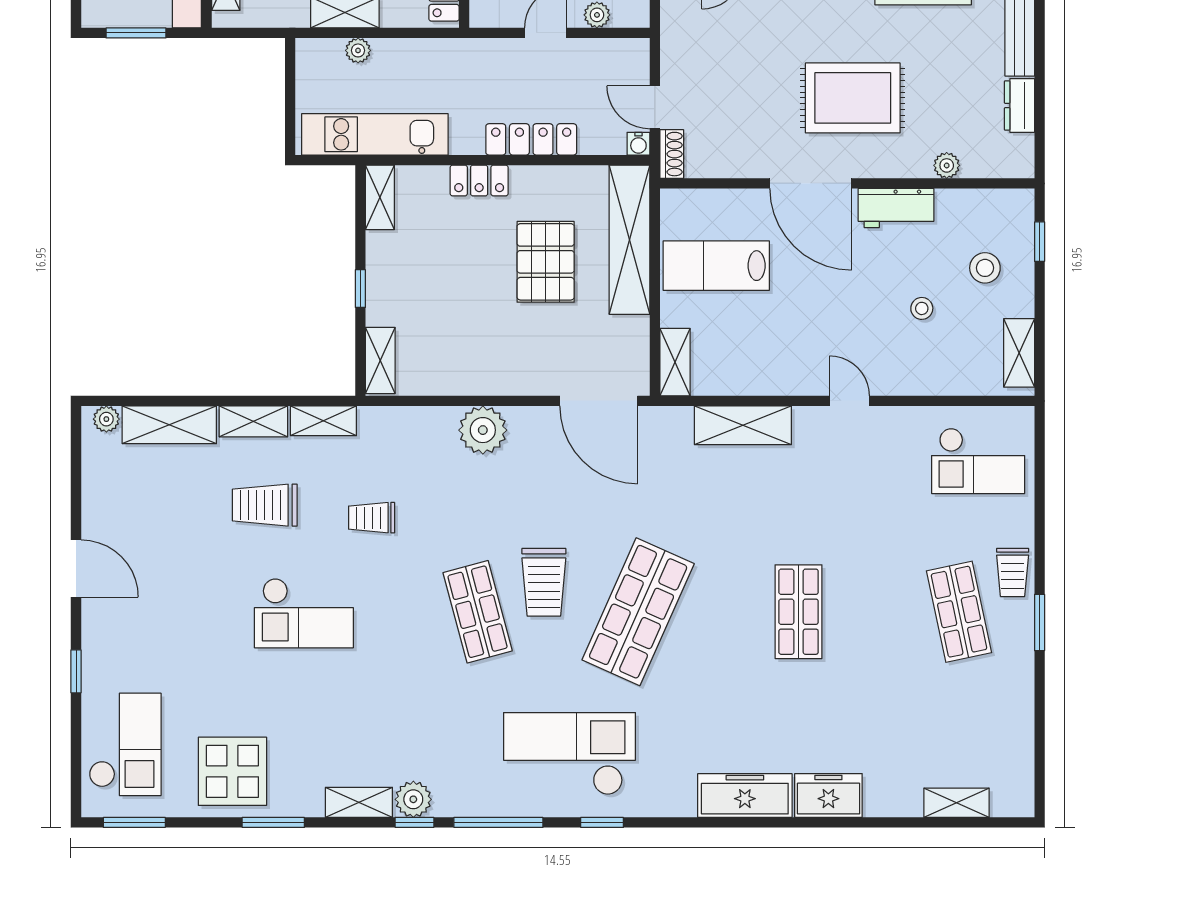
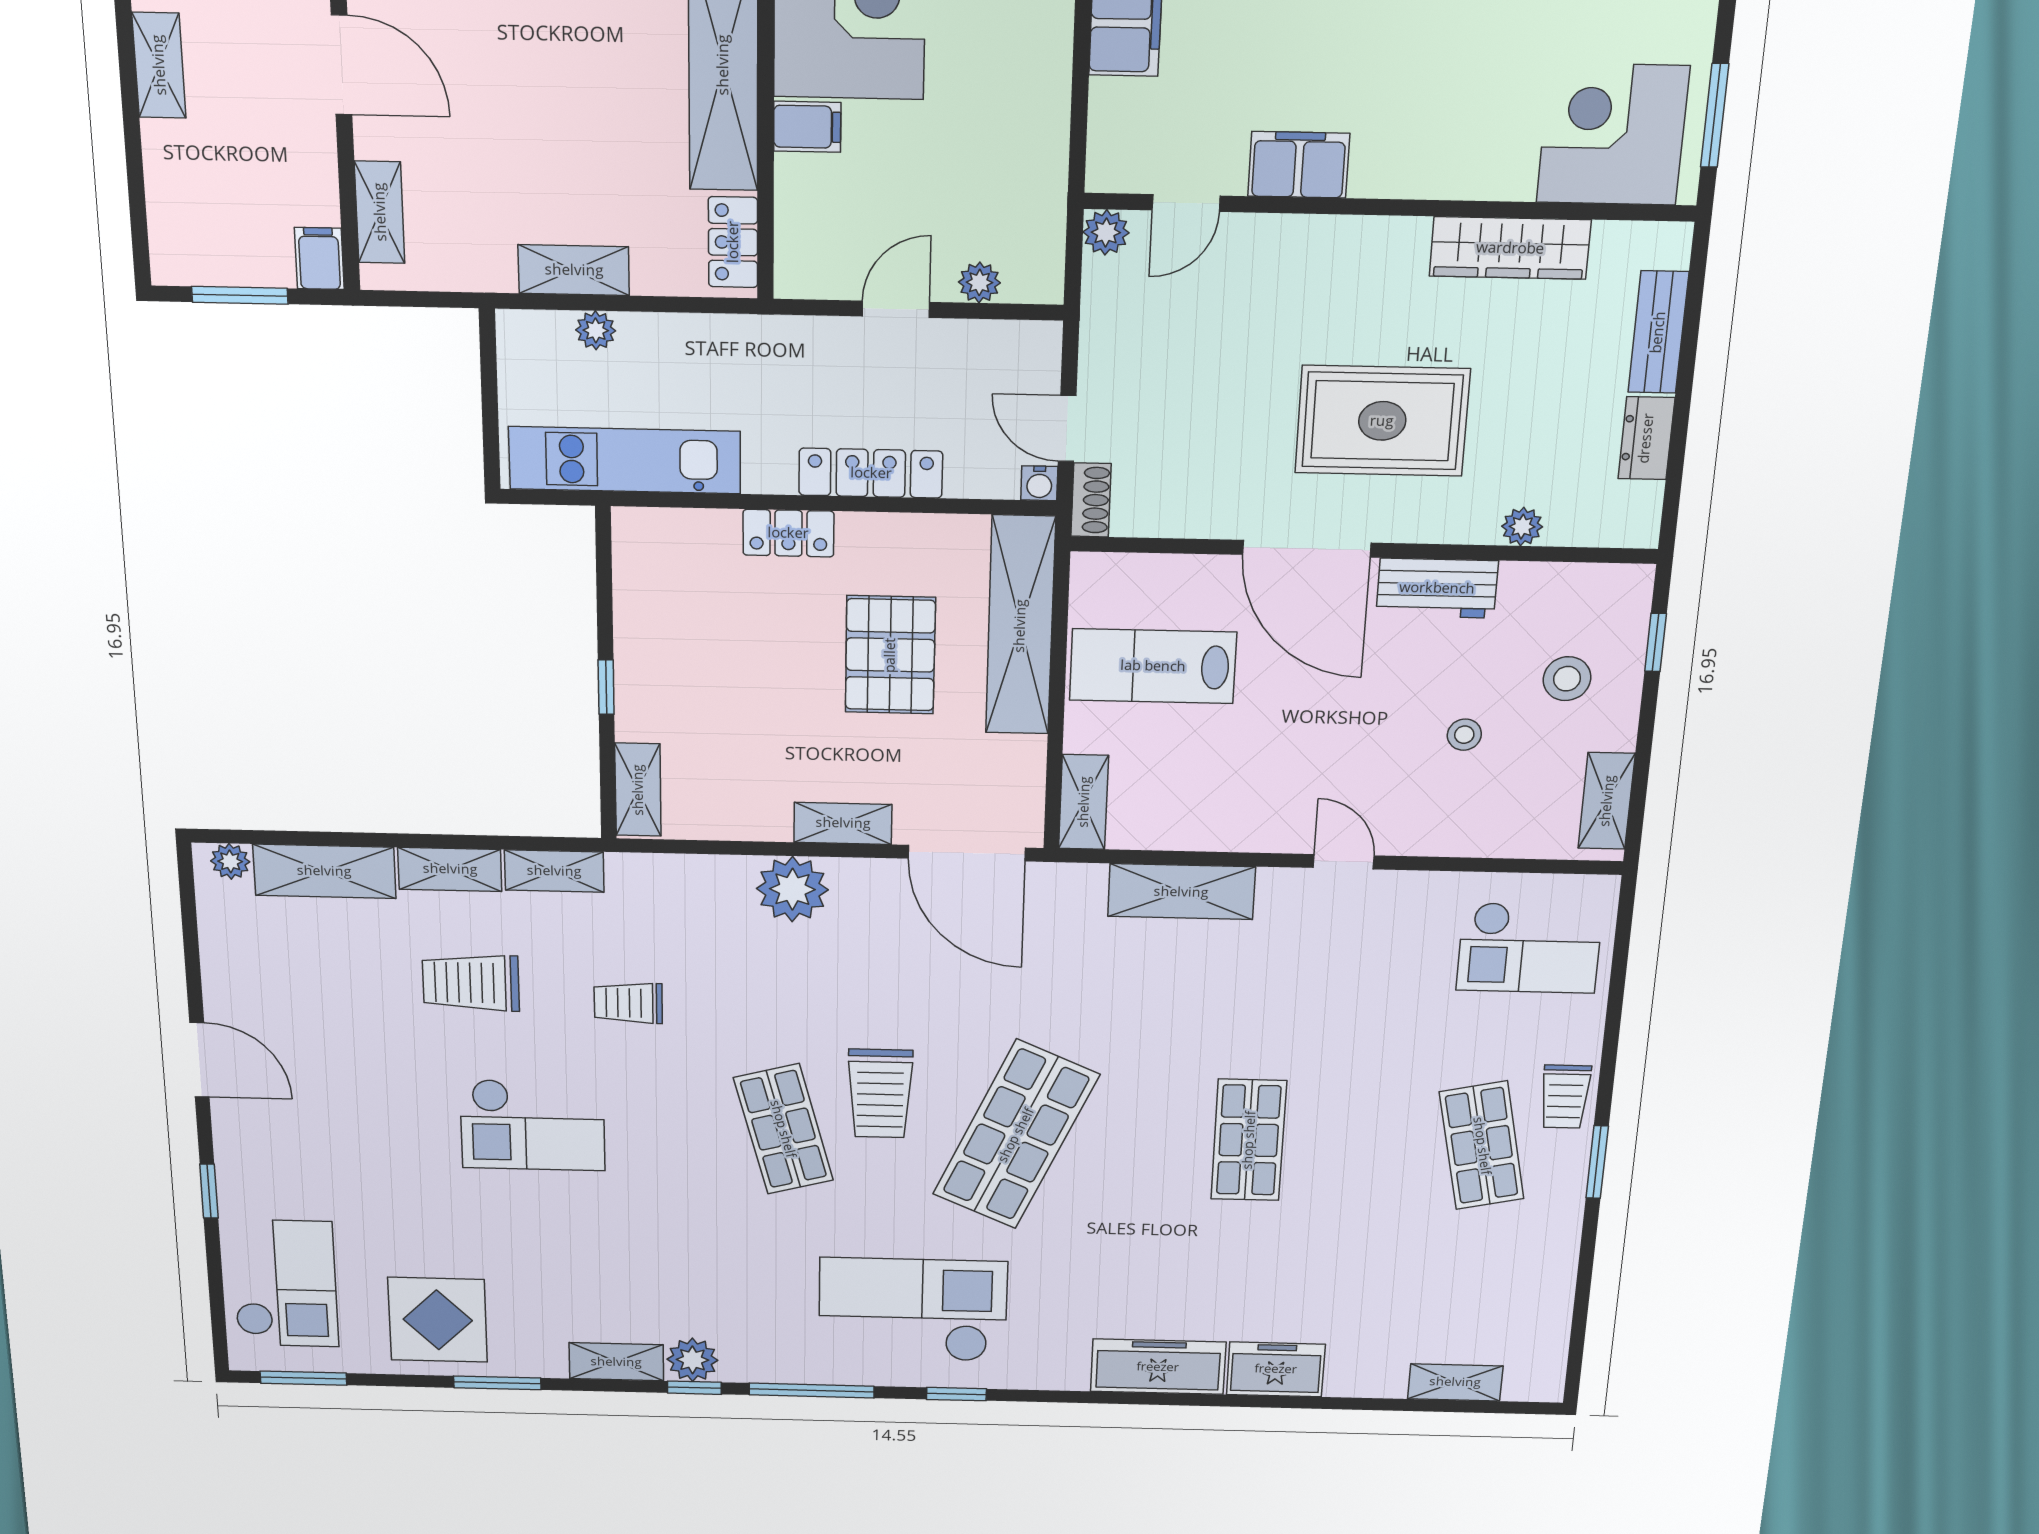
shelving: (380, 197) -> (843, 823), moved, turned 90

